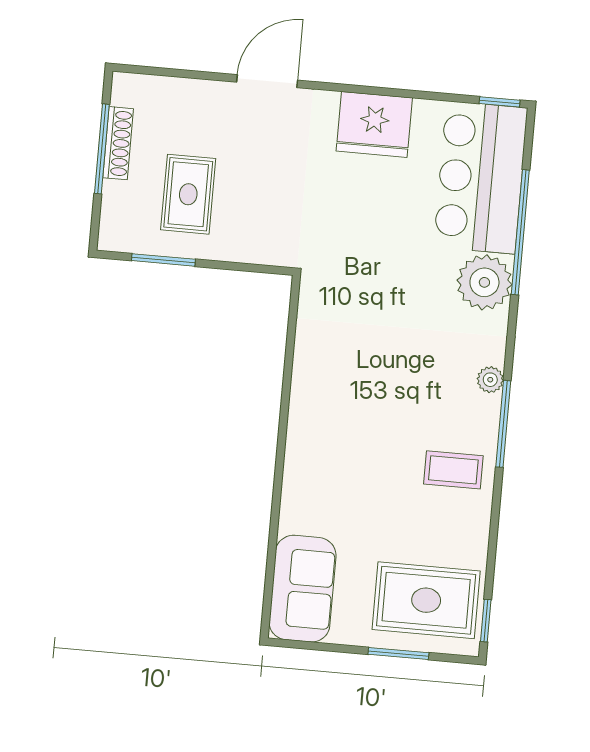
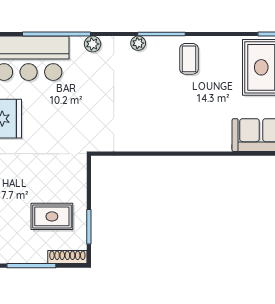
shoe rack: (118, 143) -> (67, 257), moved
plant: (484, 282) -> (93, 44), width x0.53, depth x0.53

